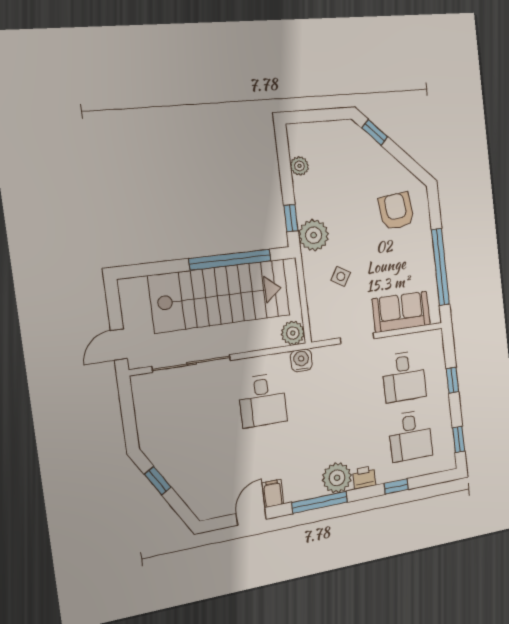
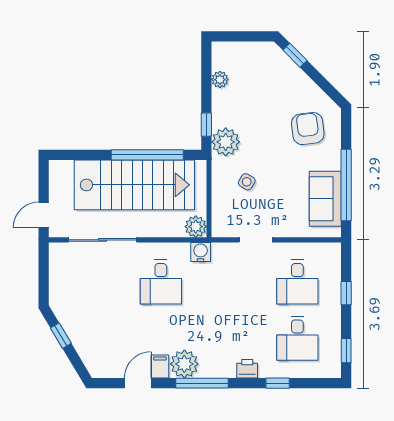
sofa: (401, 312) -> (325, 199), moved, turned -90
plant: (337, 478) -> (184, 364), moved

